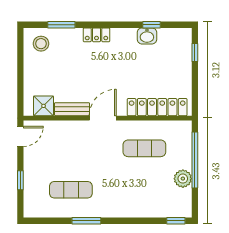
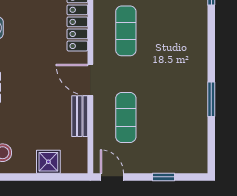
shower: (44, 106) -> (48, 162), moved
exercise mat: (71, 190) -> (126, 118), moved

